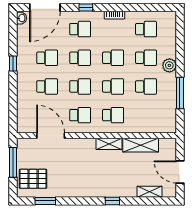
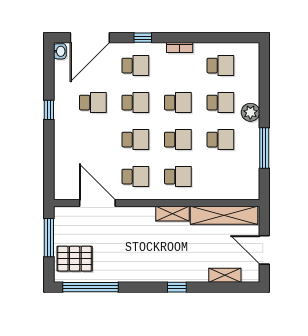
school desk: (47, 86) -> (93, 140), removed
shelving: (141, 145) -> (224, 215), width x1.47
window: (45, 201) -> (90, 287), width x2.11

